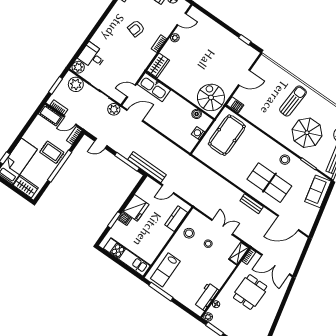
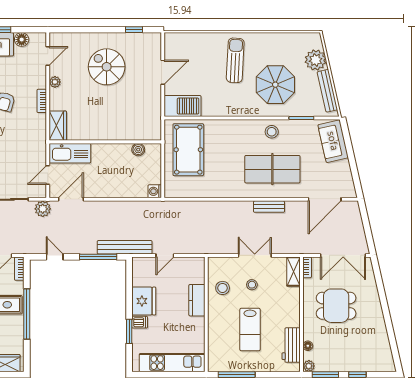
spiral stairs: (211, 97) -> (107, 67), moved
barbecue: (235, 105) -> (183, 106), width x1.88, depth x1.53
washing machine: (198, 133) -> (155, 191), moved
door: (101, 143) -> (55, 257), swing flipped
kitchen counter: (176, 219) -> (197, 300), moved
lab bench: (165, 270) -> (250, 330), moved
dining table: (250, 292) -> (336, 306), turned 90

